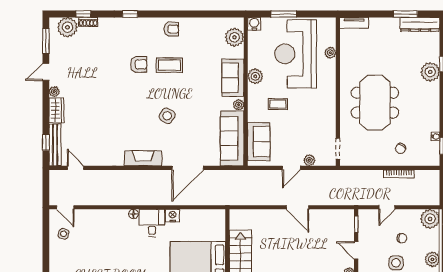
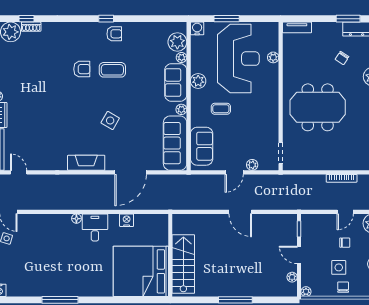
window: (130, 14) -> (106, 19), moved
plant: (239, 53) -> (182, 57), added
reception desk: (296, 54) -> (238, 59), turned 180
meeting table: (375, 103) -> (318, 107), turned 90
chair: (401, 149) -> (342, 58), moved
door: (387, 207) -> (345, 212), moved
nightstand: (173, 216) -> (127, 220), moved

